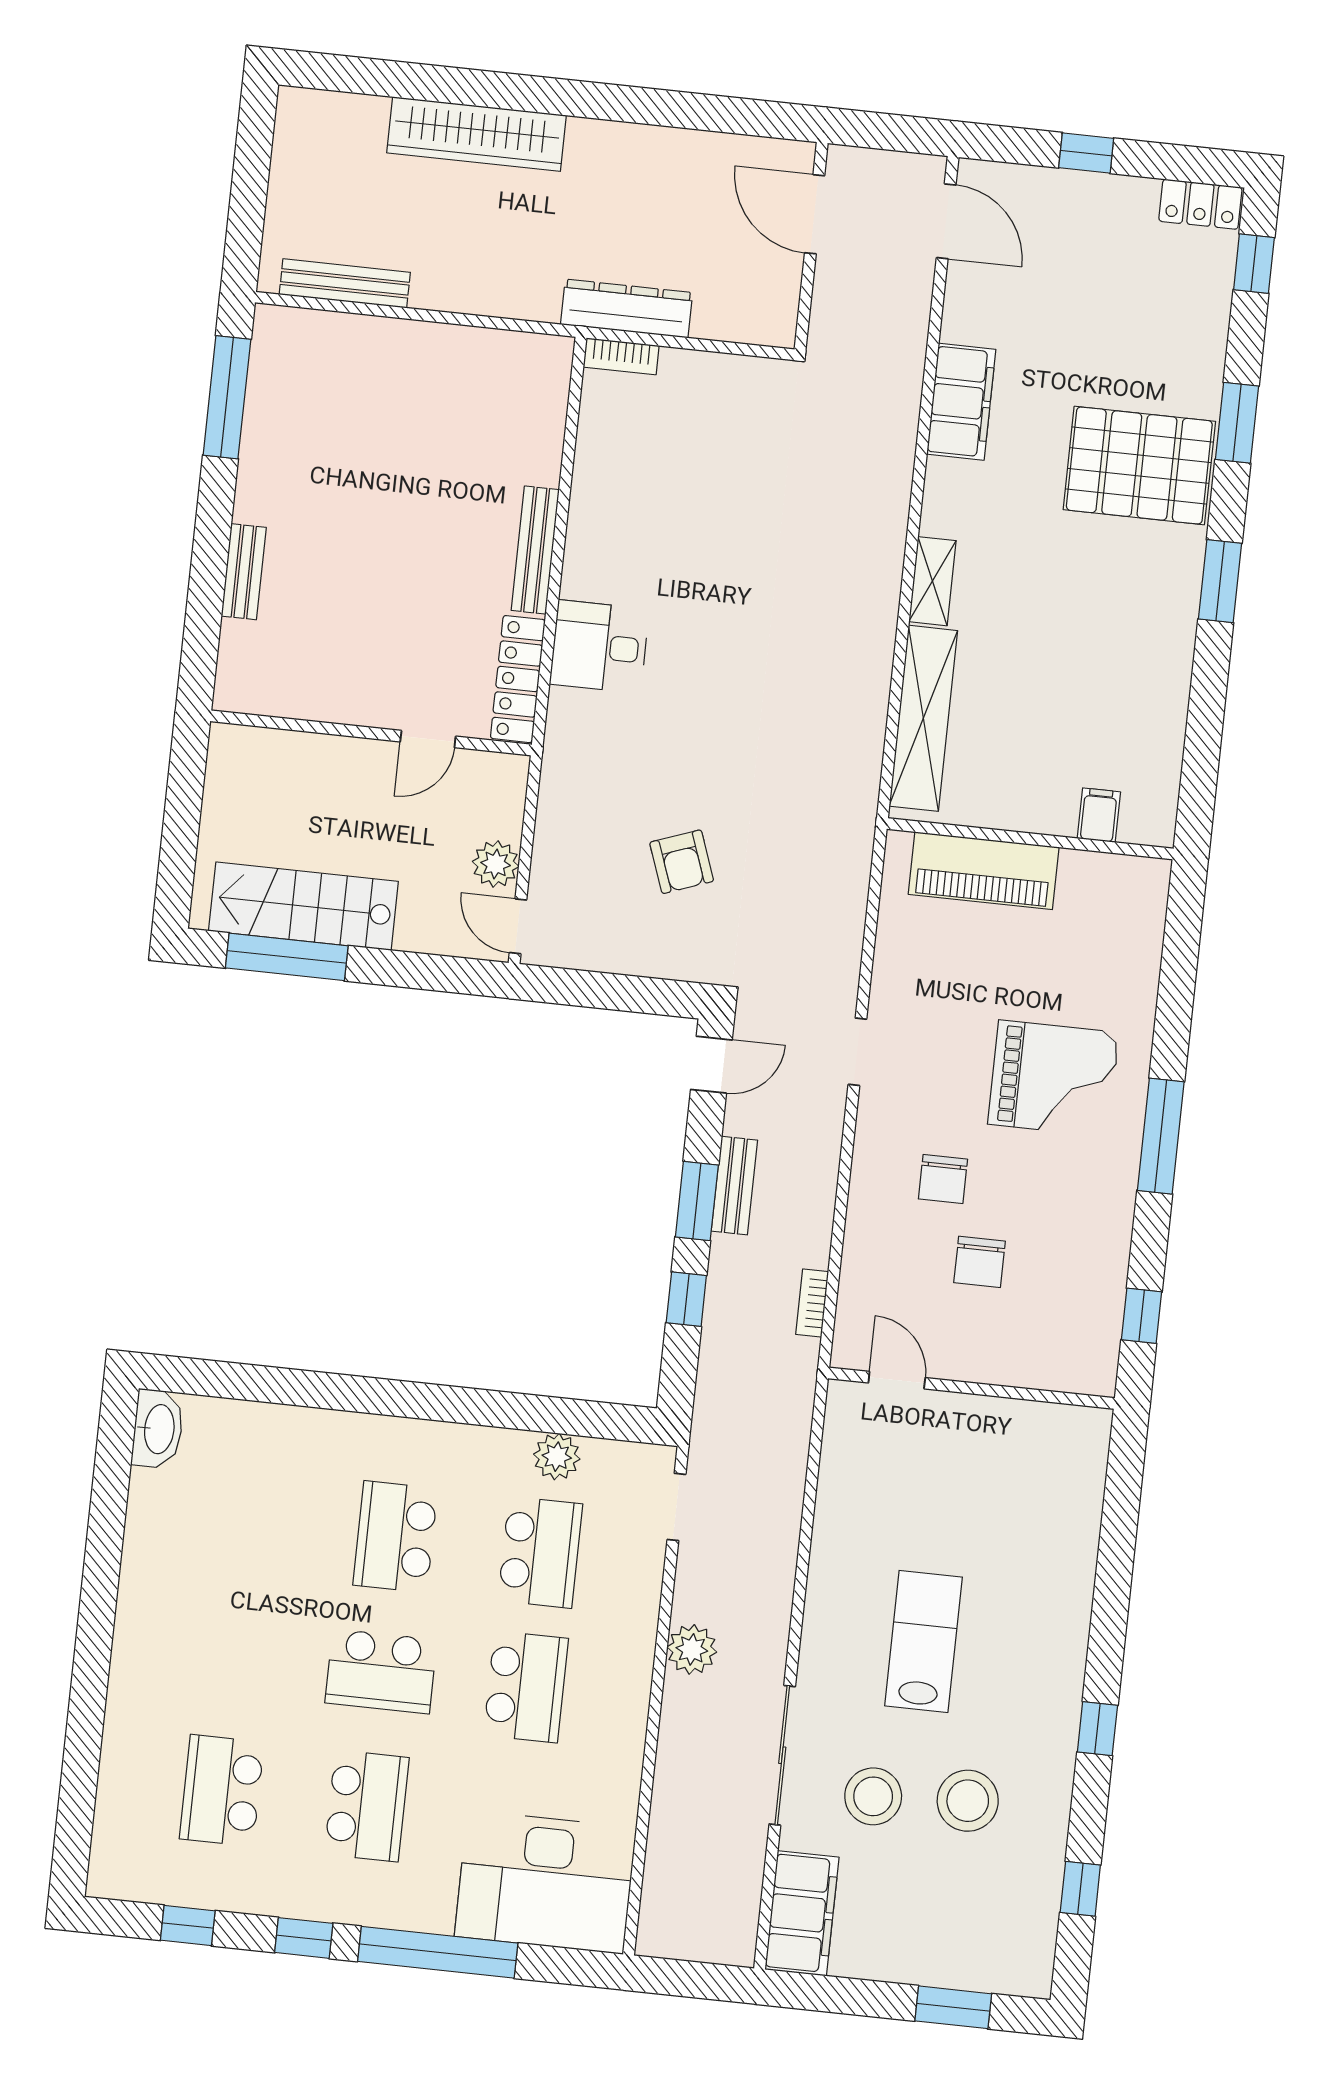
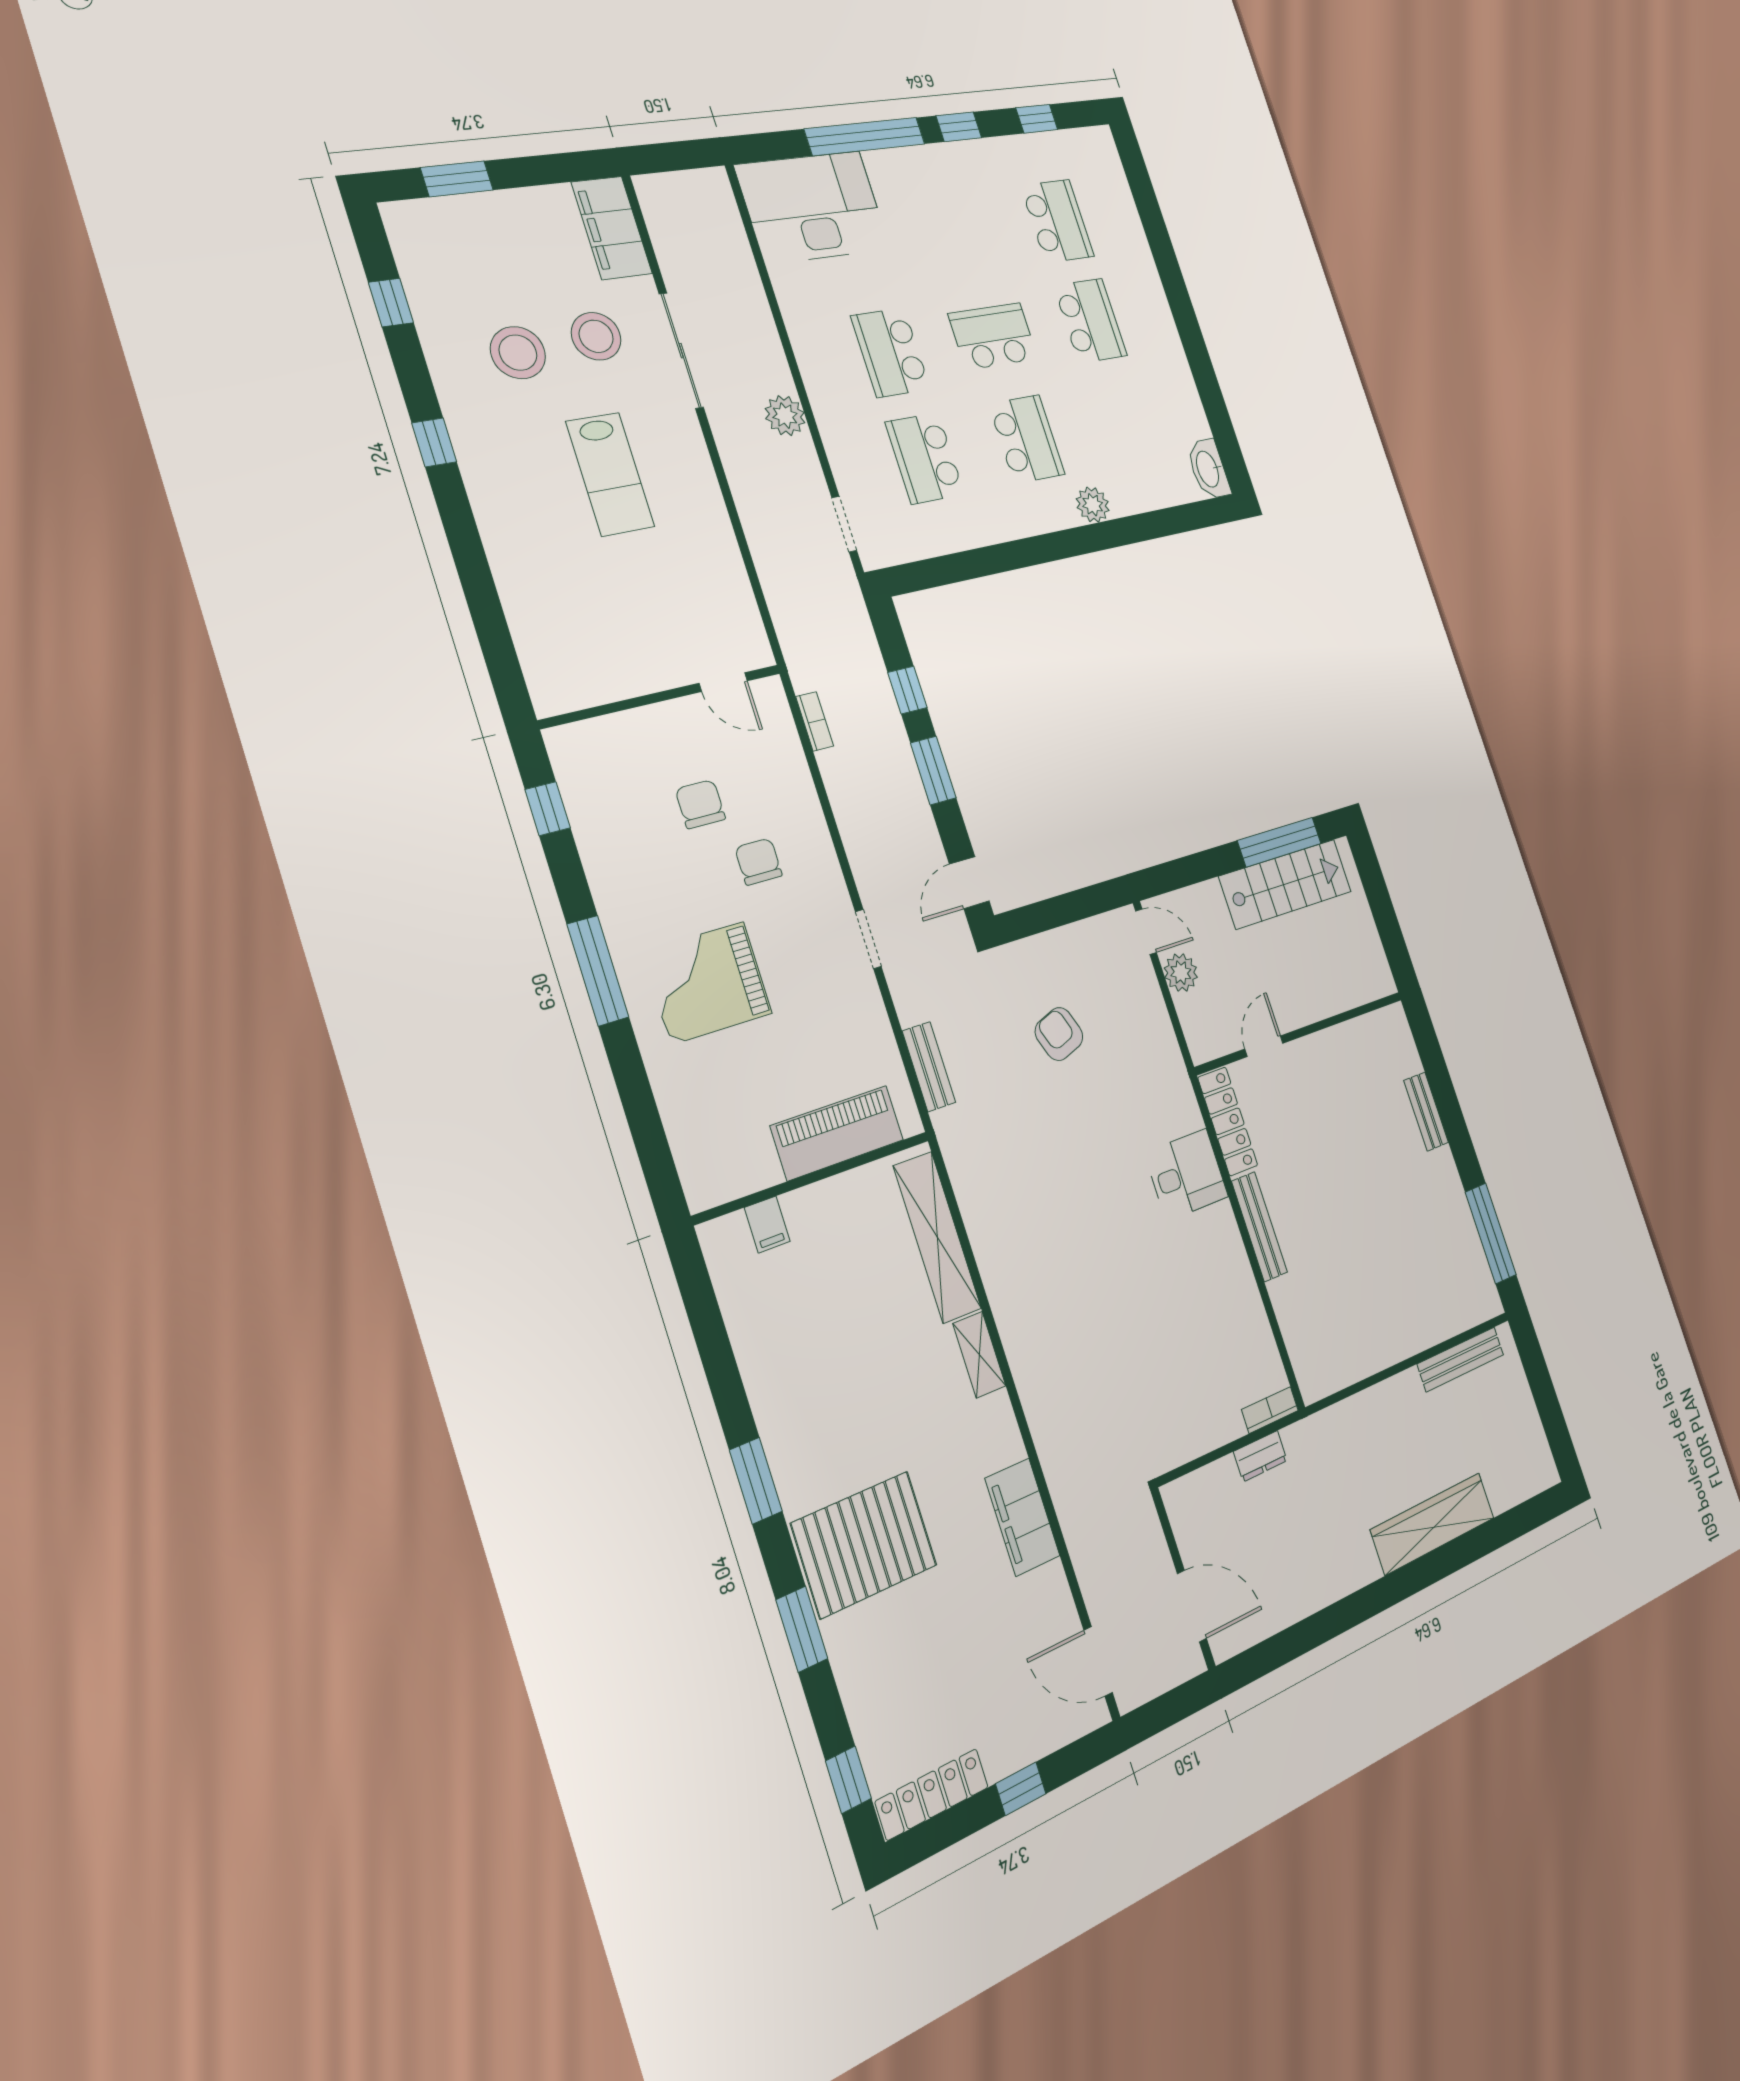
locker: (1200, 204) -> (932, 1794), width x1.53
dresser: (627, 309) -> (1260, 1456), width x0.51, depth x0.80
bench: (734, 1186) -> (929, 1067), moved
plant: (557, 1457) -> (1093, 505), moved
school desk: (367, 1806) -> (1090, 321), moved, turned 180

